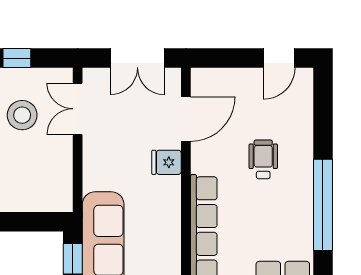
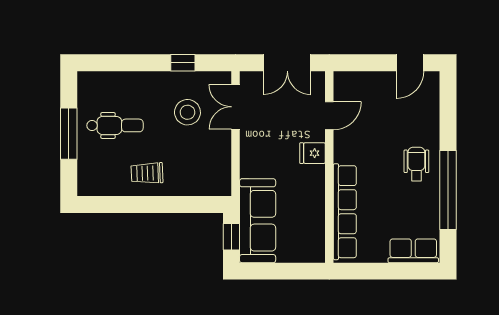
door: (186, 119) -> (329, 116), width x0.73
wheelchair: (263, 159) -> (416, 164), moved

